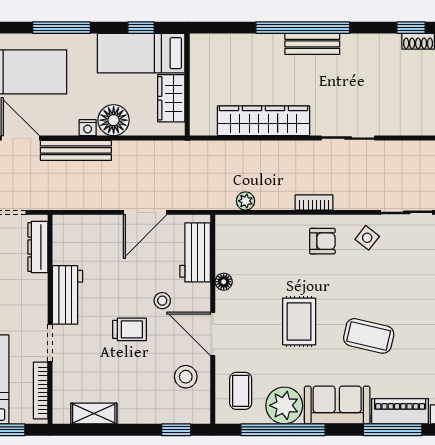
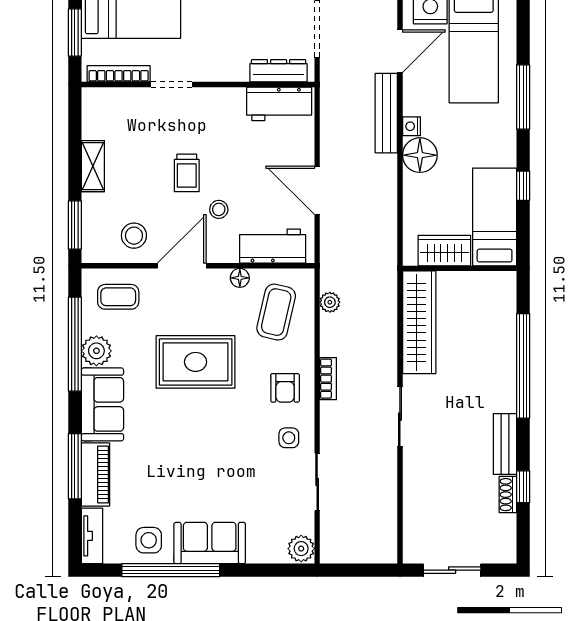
bench: (312, 44) -> (505, 444), moved
bed: (141, 53) -> (495, 217), moved
wall: (187, 85) -> (460, 268), moved
wardrobe: (171, 98) -> (444, 251), moved
side table: (367, 238) -> (289, 438), turned -38
workbench: (68, 295) -> (279, 104), moved
rug: (299, 321) -> (196, 362), width x1.36, depth x1.43
coffee table: (369, 336) -> (276, 312), moved
plant: (284, 405) -> (96, 351), width x0.73, depth x0.73
shelving: (94, 414) -> (93, 166), moved
window: (176, 430) -> (75, 225), width x1.50

